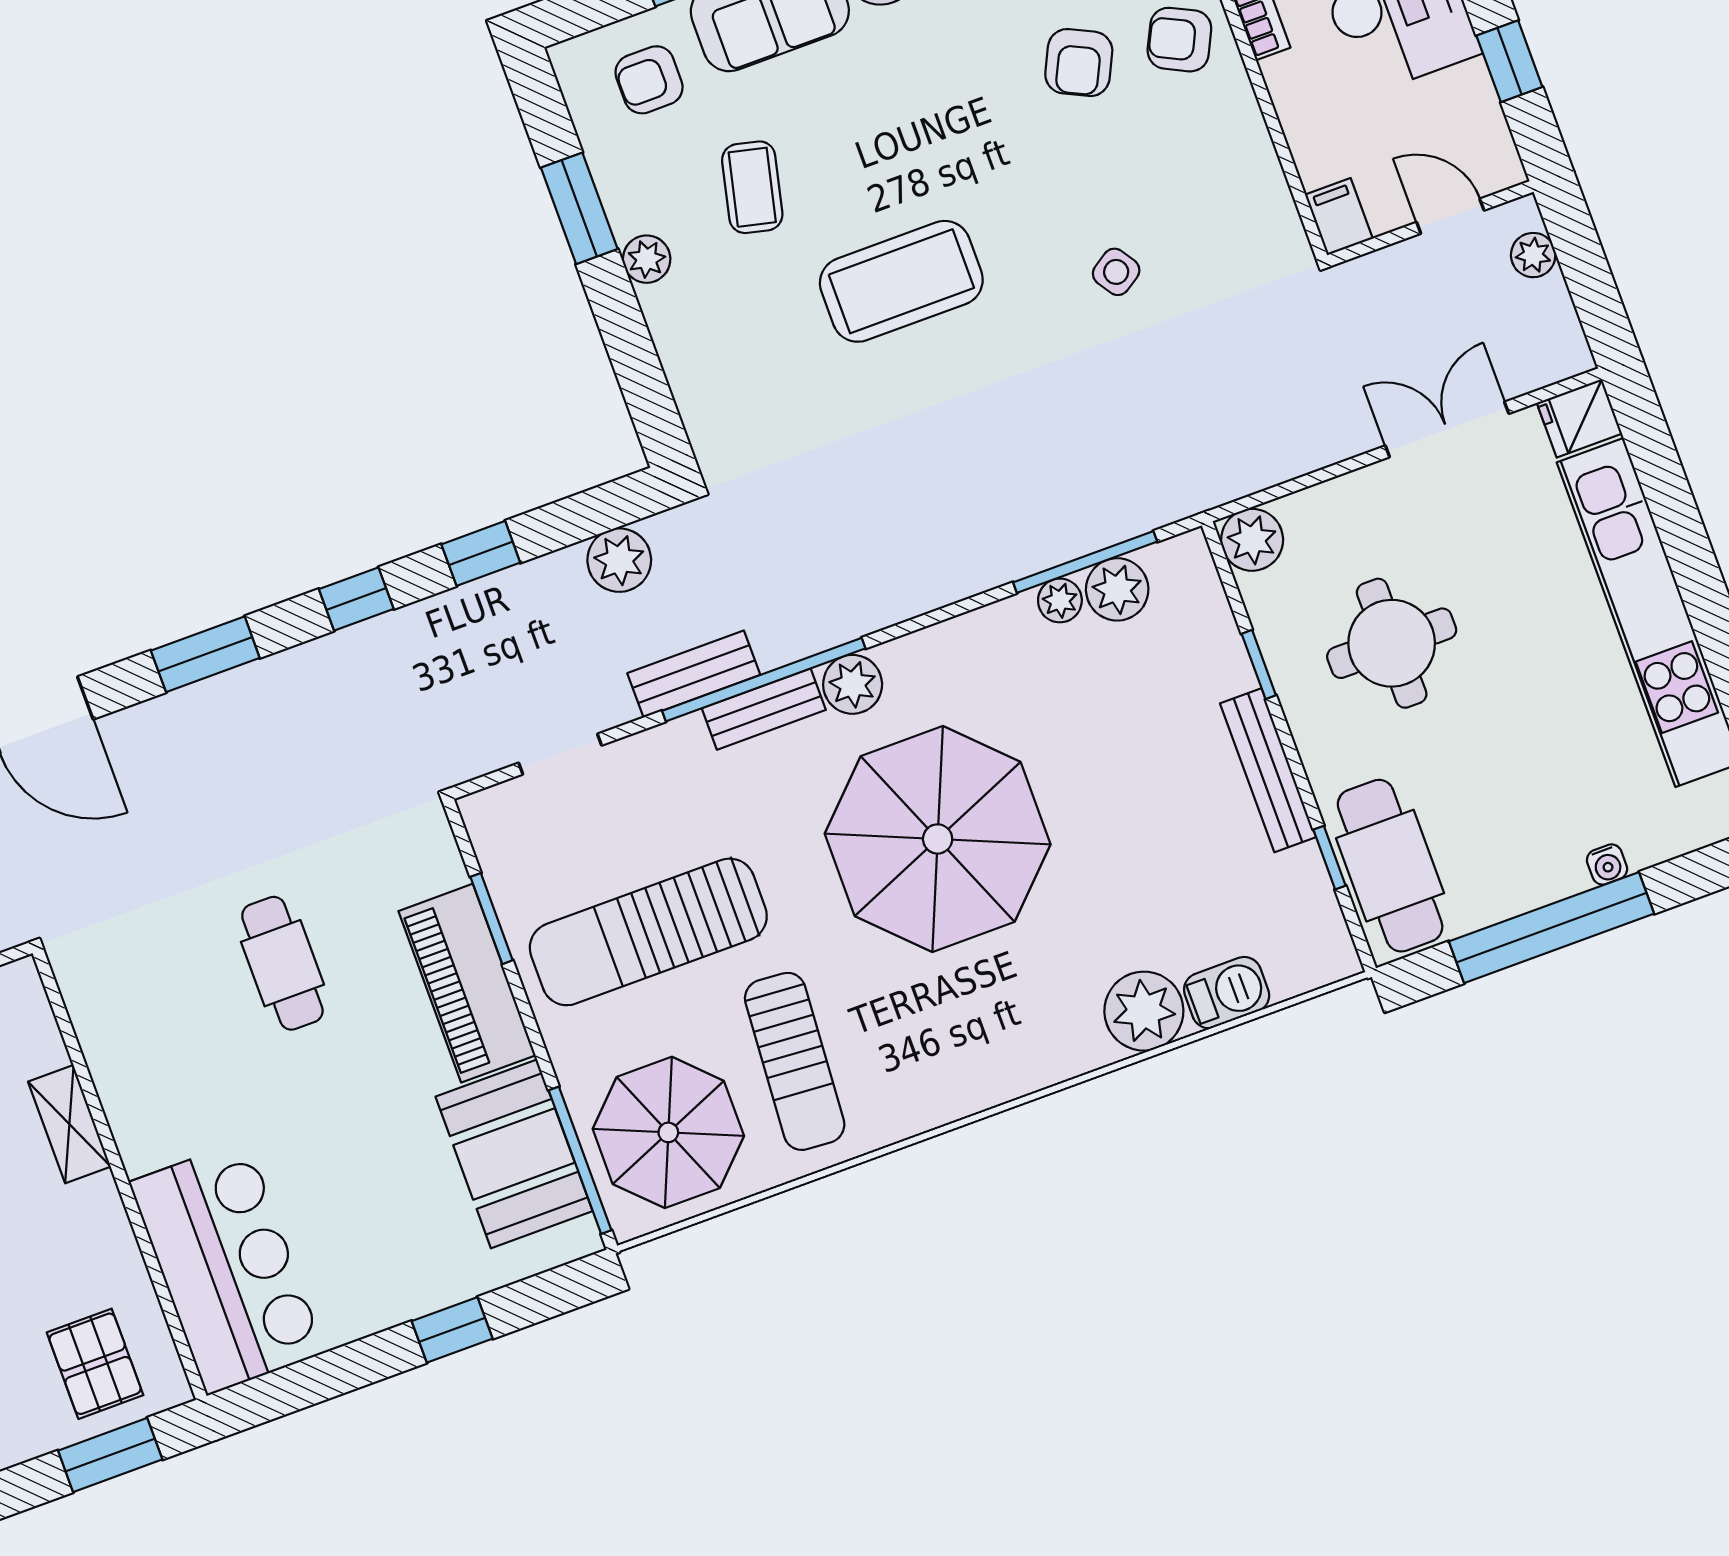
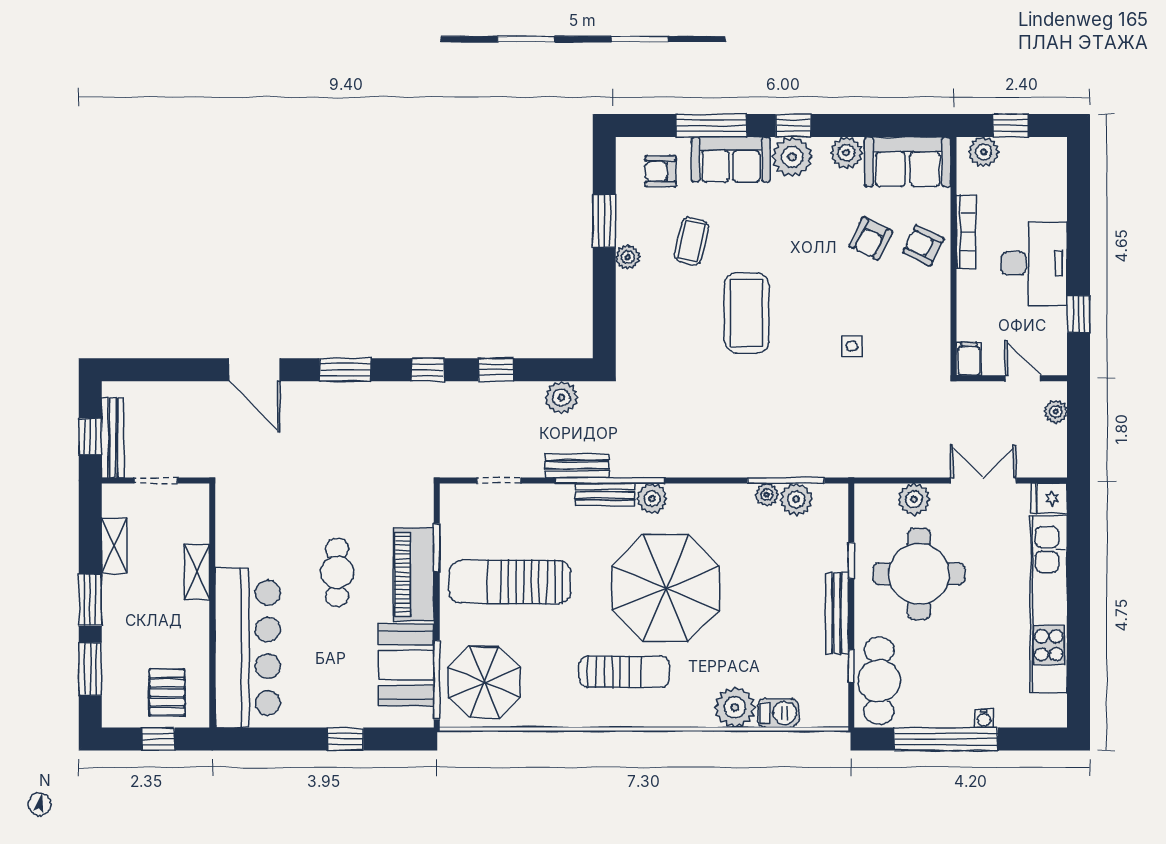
side table: (1116, 272) -> (852, 346), turned 33
coffee table: (901, 281) -> (747, 313), turned 90
plant: (1252, 540) -> (914, 499), moved
round table: (1392, 643) -> (919, 574), width x1.36, depth x1.36
cafe table: (282, 963) -> (337, 572), moved
sun lounger: (795, 1061) -> (624, 672), moved, turned -94
bar counter: (227, 1267) -> (248, 648), width x1.36
window: (110, 1455) -> (158, 739), width x0.67

